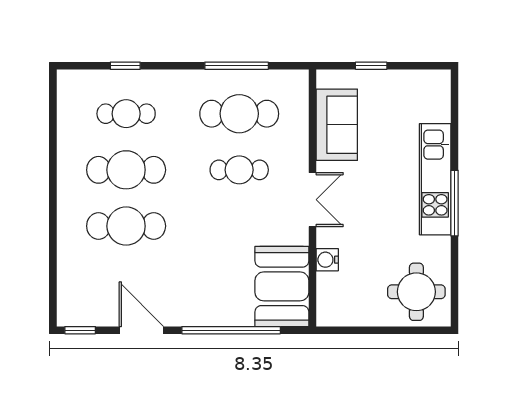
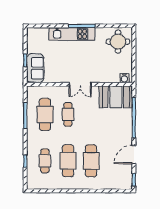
sofa: (337, 125) -> (35, 68), moved, turned 90
double door: (312, 200) -> (80, 84), swing flipped
water cooler: (327, 260) -> (124, 78), moved

